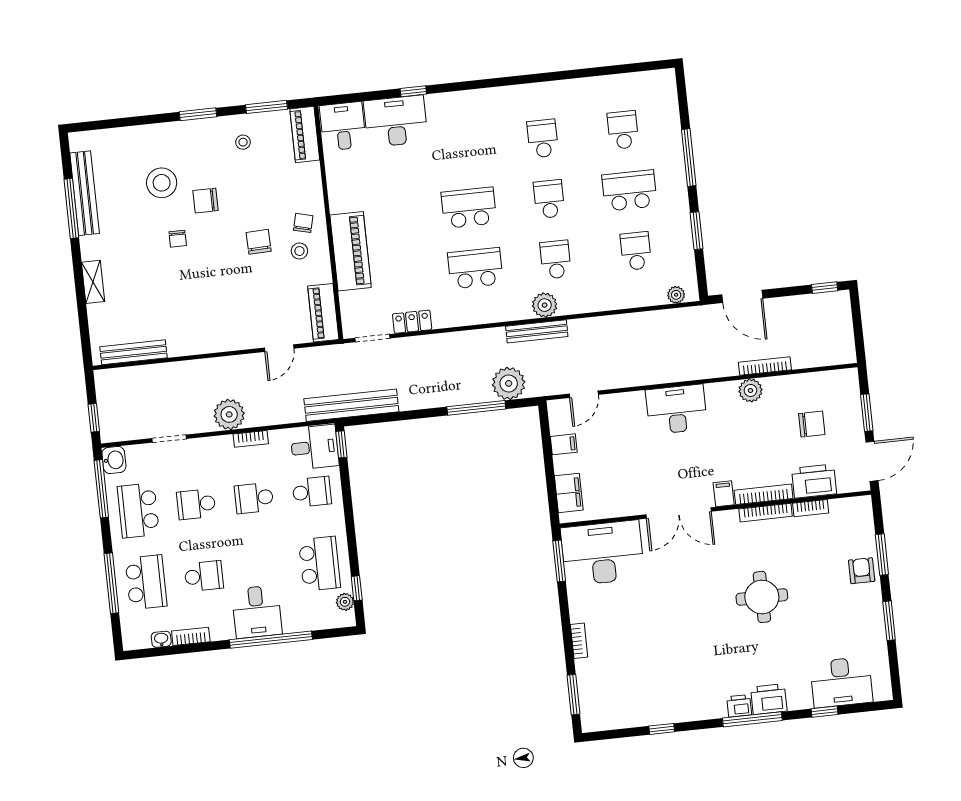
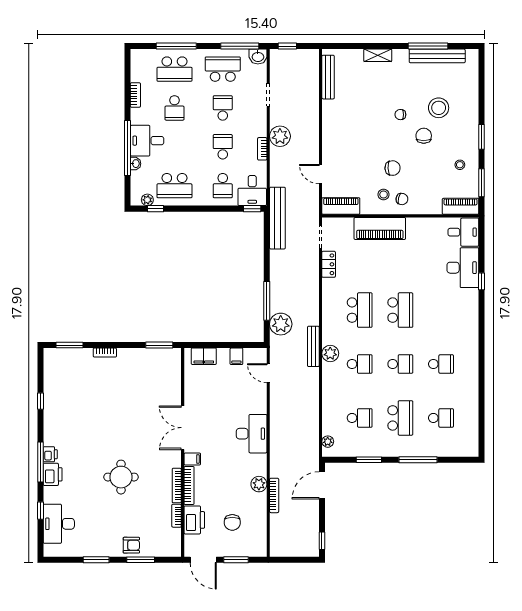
desk: (602, 553) -> (161, 374), removed
washbasin: (161, 639) -> (136, 164), moved

